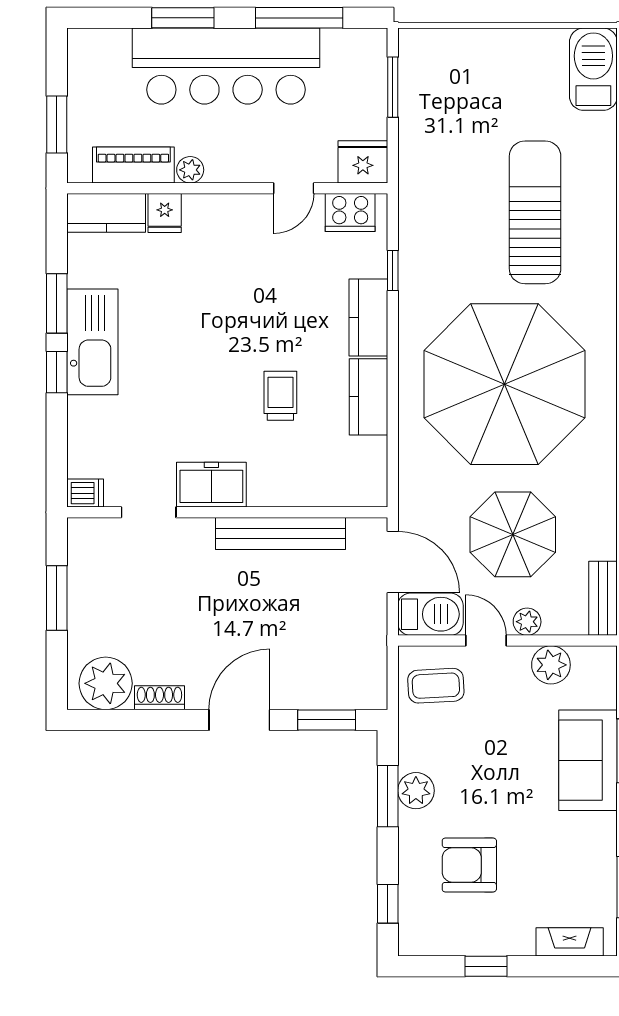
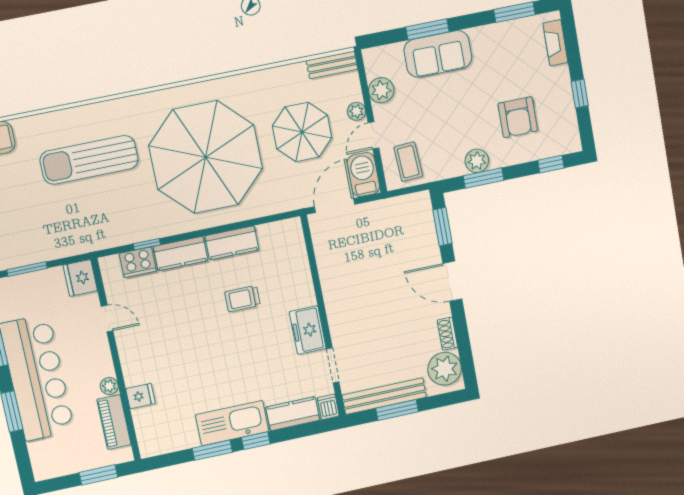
cooker: (350, 212) -> (138, 262), moved, turned 90
kitchen counter: (106, 213) -> (293, 414), moved, turned -90
bench: (280, 533) -> (384, 396), moved, turned 90

